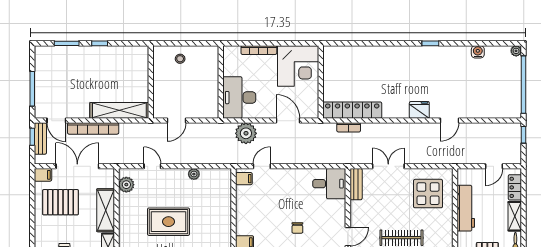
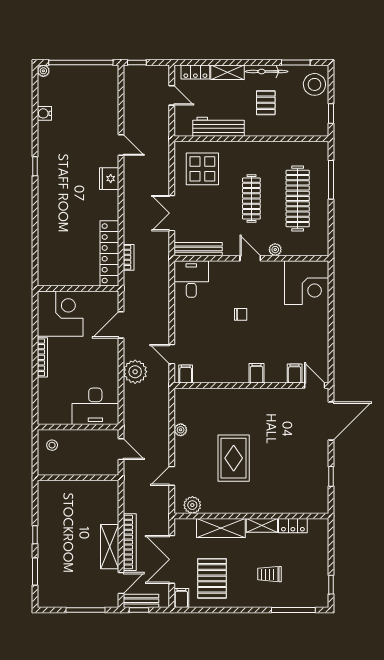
wall: (221, 82) -> (78, 427), moved
desk: (239, 98) -> (95, 406), moved
shelving: (119, 110) -> (110, 547), moved, width x0.68
bench: (356, 184) -> (198, 249), width x1.36

